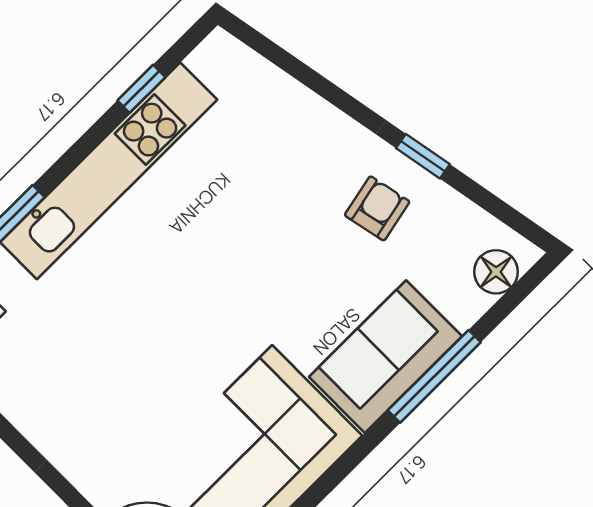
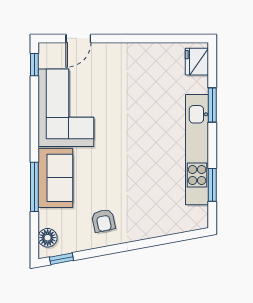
window: (141, 89) -> (212, 185), width x1.50
window: (423, 156) -> (61, 259), moved

